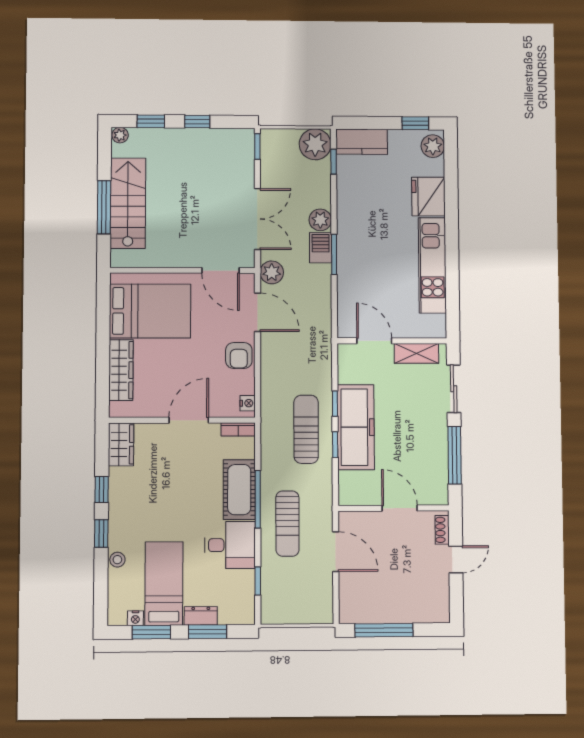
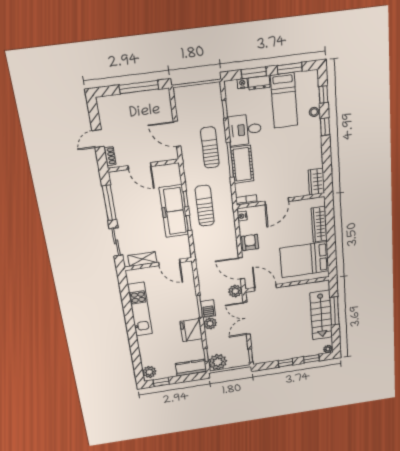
fridge: (428, 197) -> (191, 330), moved, turned 180
sun lounger: (306, 429) -> (205, 206), turned 180
window: (102, 489) -> (323, 95), moved
nightstand: (135, 618) -> (242, 83), moved

